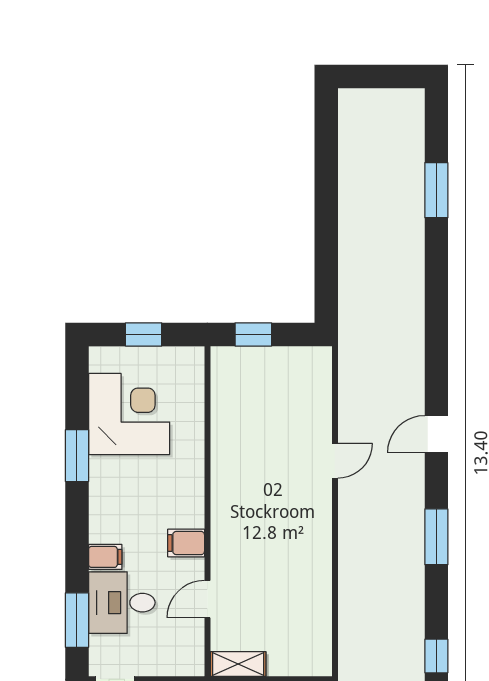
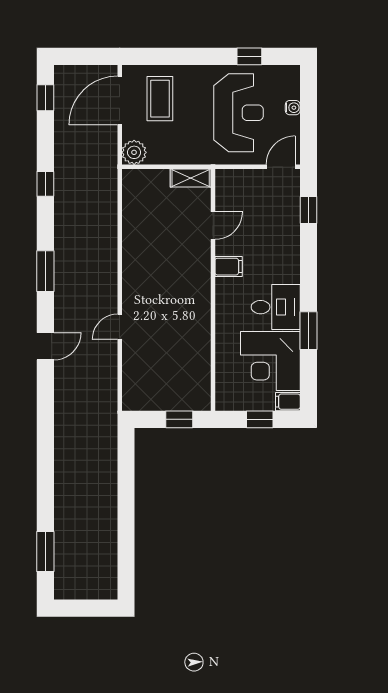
window: (436, 190) -> (45, 552), moved
filing cabinet: (105, 557) -> (288, 402), moved
desk: (122, 603) -> (276, 307), moved
window: (77, 620) -> (308, 210), width x0.67

